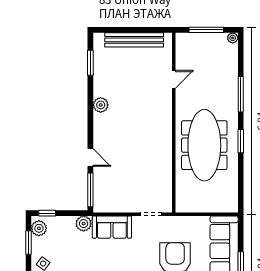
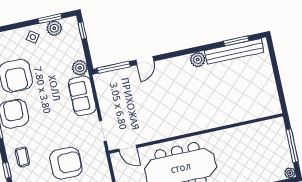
bench: (134, 40) -> (234, 51), moved, turned 90
door: (174, 79) -> (128, 148), moved
plant: (39, 228) -> (54, 28), moved

